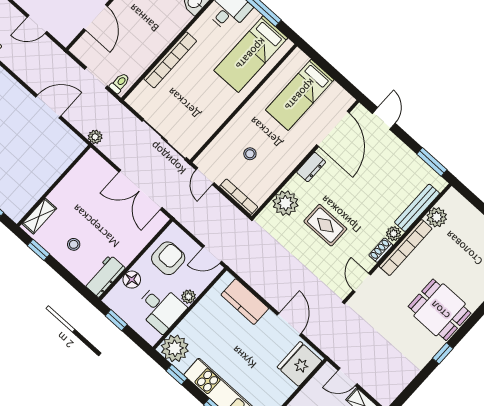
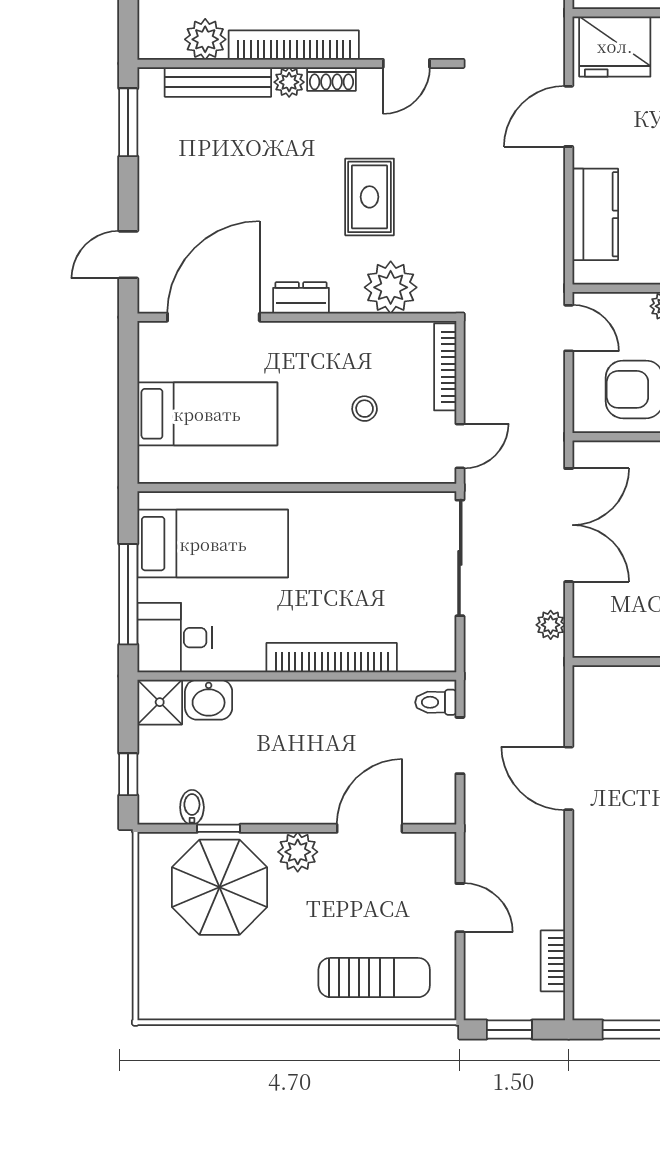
plant: (95, 137) -> (551, 625), moved

